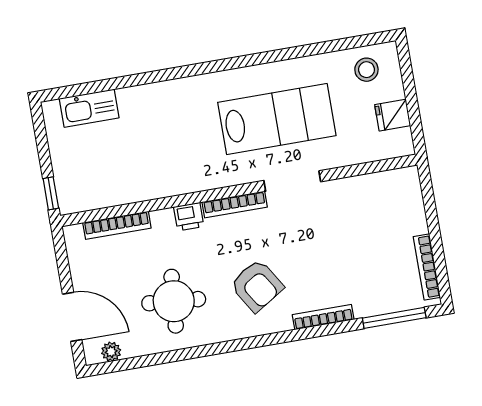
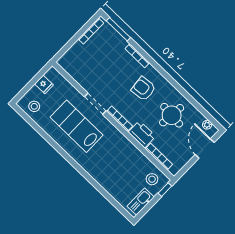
kitchen sink: (89, 108) -> (141, 202), moved, turned -90
stool: (86, 184) -> (152, 179), added
printer: (189, 217) -> (142, 134), width x1.87, depth x1.48
armchair: (257, 286) -> (143, 89), turned -64

